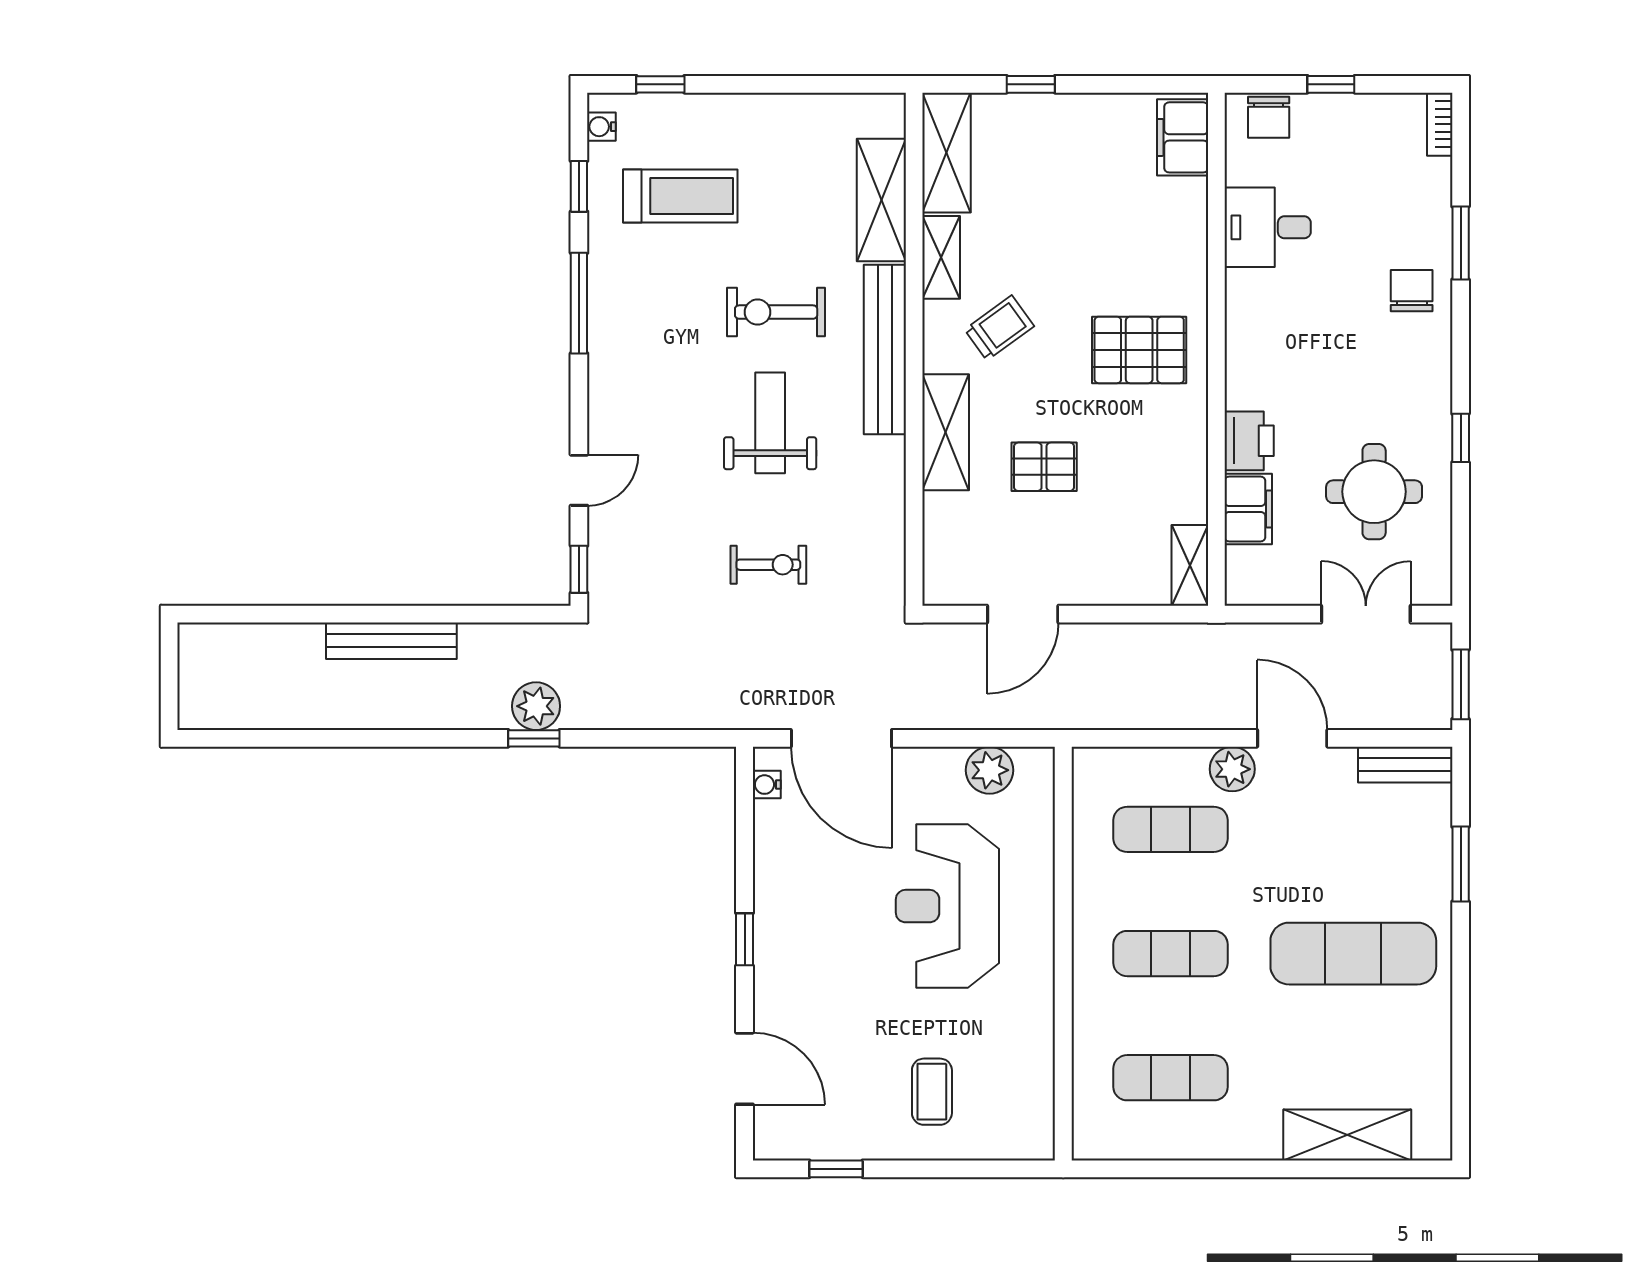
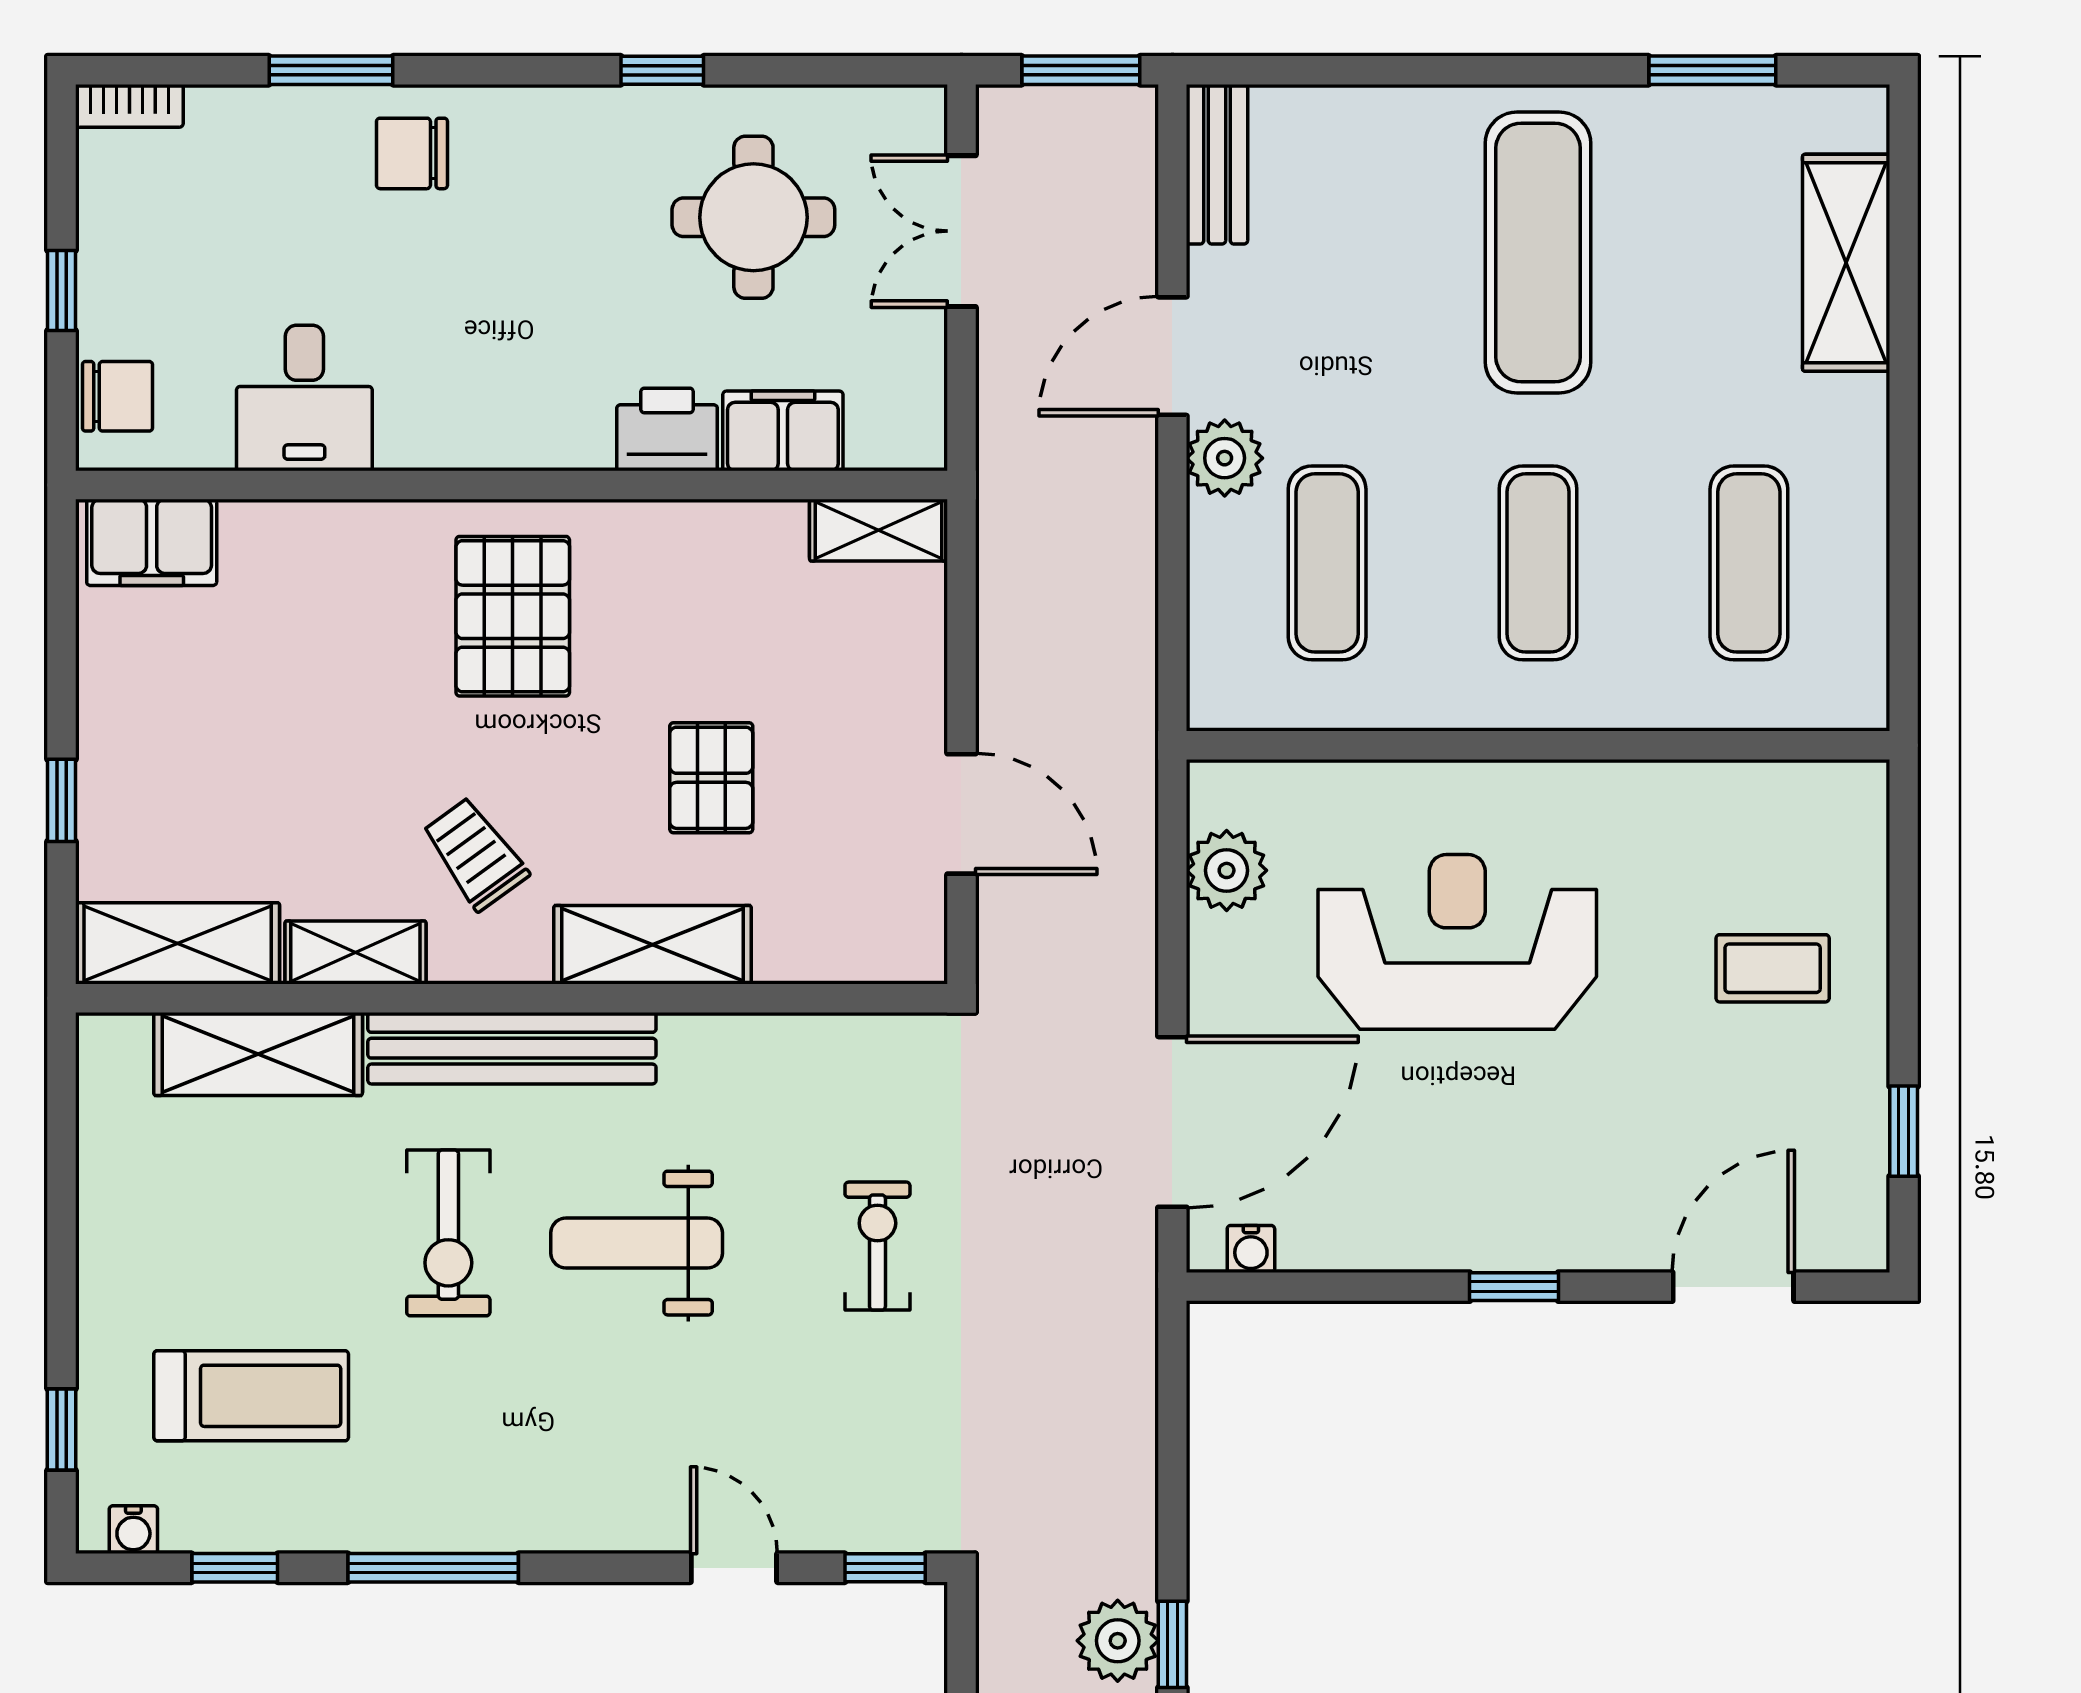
treadmill: (680, 196) -> (251, 1396), turned 90
window: (1461, 864) -> (1712, 70), moved
reception desk: (947, 906) -> (1457, 942), turned 180

